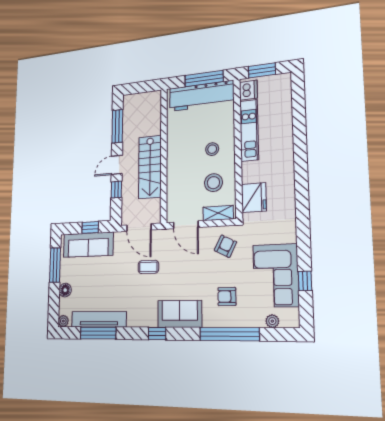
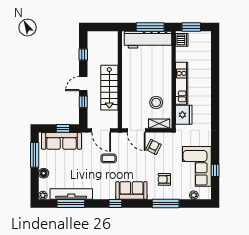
window: (117, 126) -> (83, 55), width x0.46
kitchen unit: (249, 130) -> (182, 83), moved
stool: (212, 149) -> (155, 79), removed
armchair: (225, 246) -> (153, 147), moved
window: (229, 334) -> (166, 204), width x0.68

